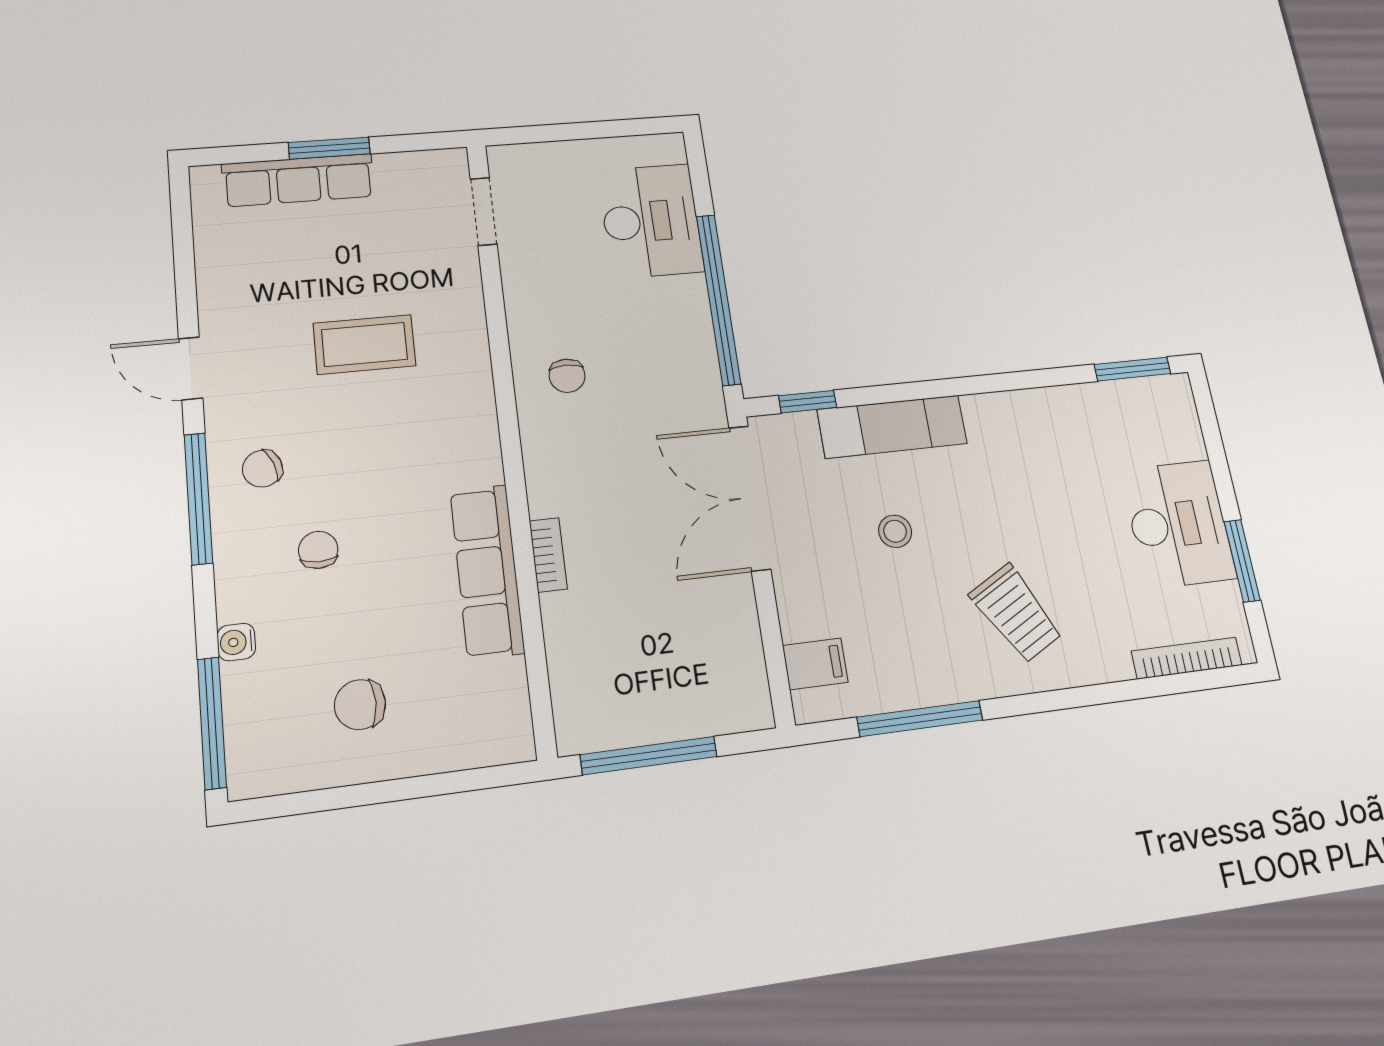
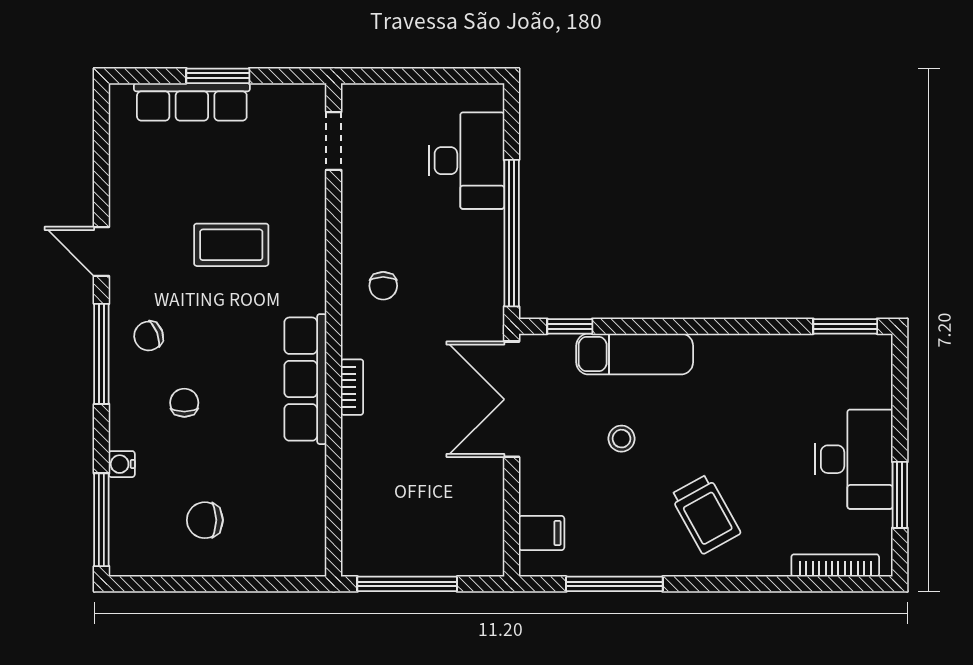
bookcase: (548, 555) -> (352, 387), moved
row of seats: (487, 571) -> (305, 379), moved

